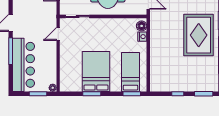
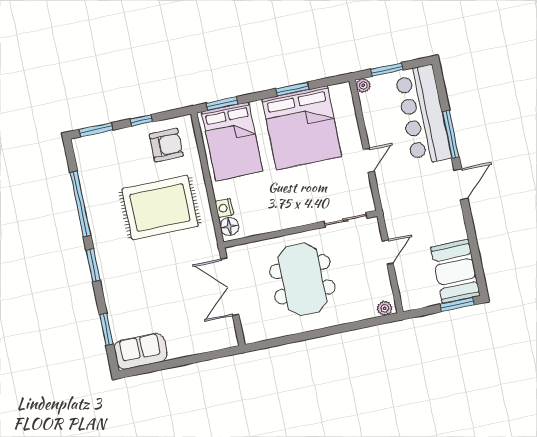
door: (58, 34) -> (369, 160), moved
rug: (199, 35) -> (160, 208), moved, turned 90
bed: (96, 72) -> (302, 128), width x1.36
bed: (130, 72) -> (232, 141), width x1.50
armchair: (167, 77) -> (166, 145), added

